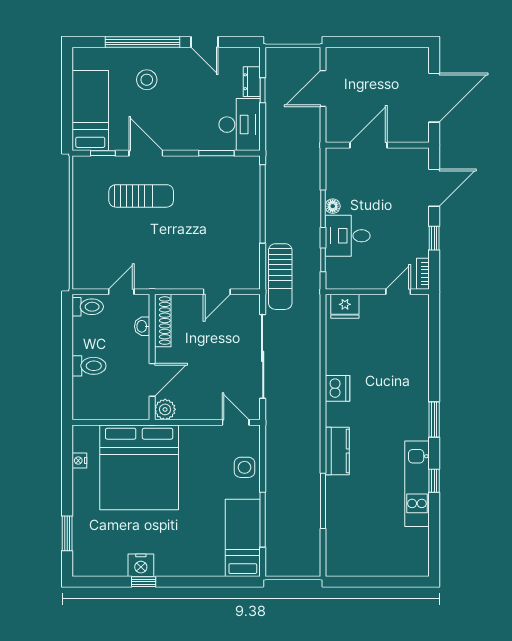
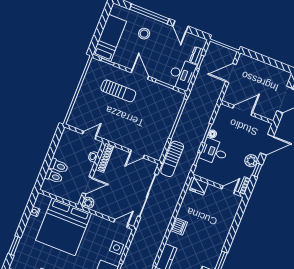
door: (146, 153) -> (140, 75), moved
plant: (418, 226) -> (251, 161), added
toilet: (88, 307) -> (54, 176), moved
door: (236, 422) -> (121, 223), hinge flipped

